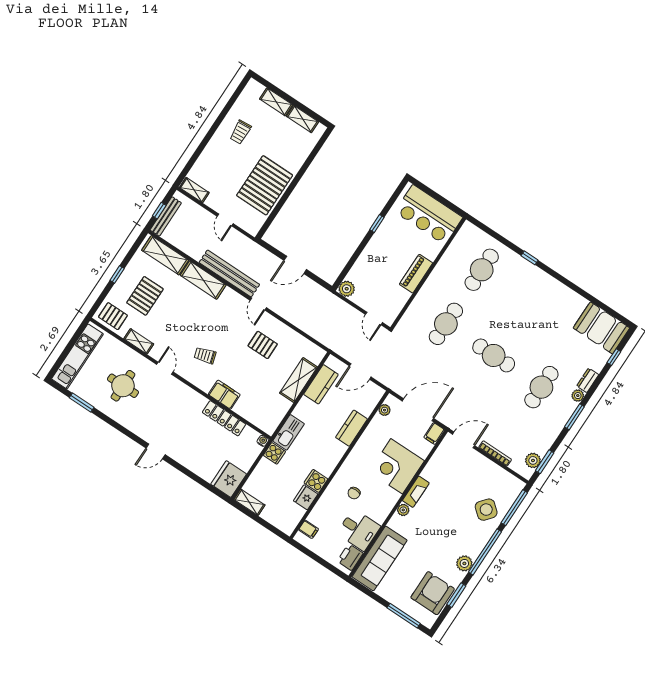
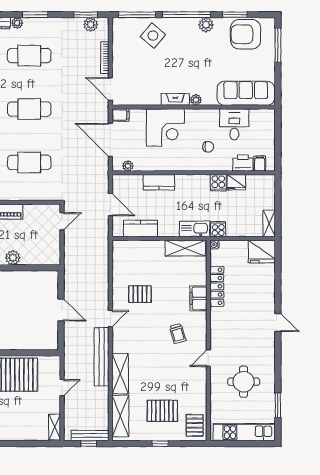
plant: (347, 289) -> (13, 258), moved
shelving: (139, 341) -> (201, 392), removed
pallet: (263, 345) -> (140, 294), turned 90
cafe table: (494, 355) -> (29, 109), turned 90
shelving: (298, 380) -> (185, 248), moved
printer: (350, 557) -> (243, 163), moved, turned 180

